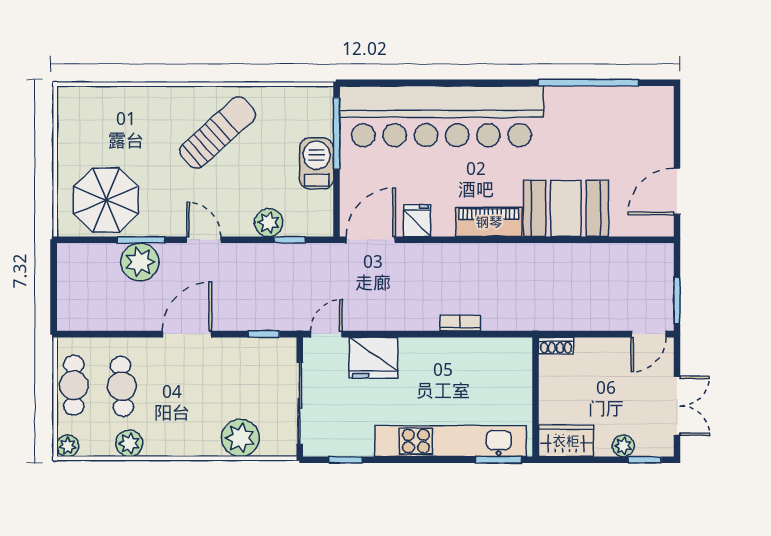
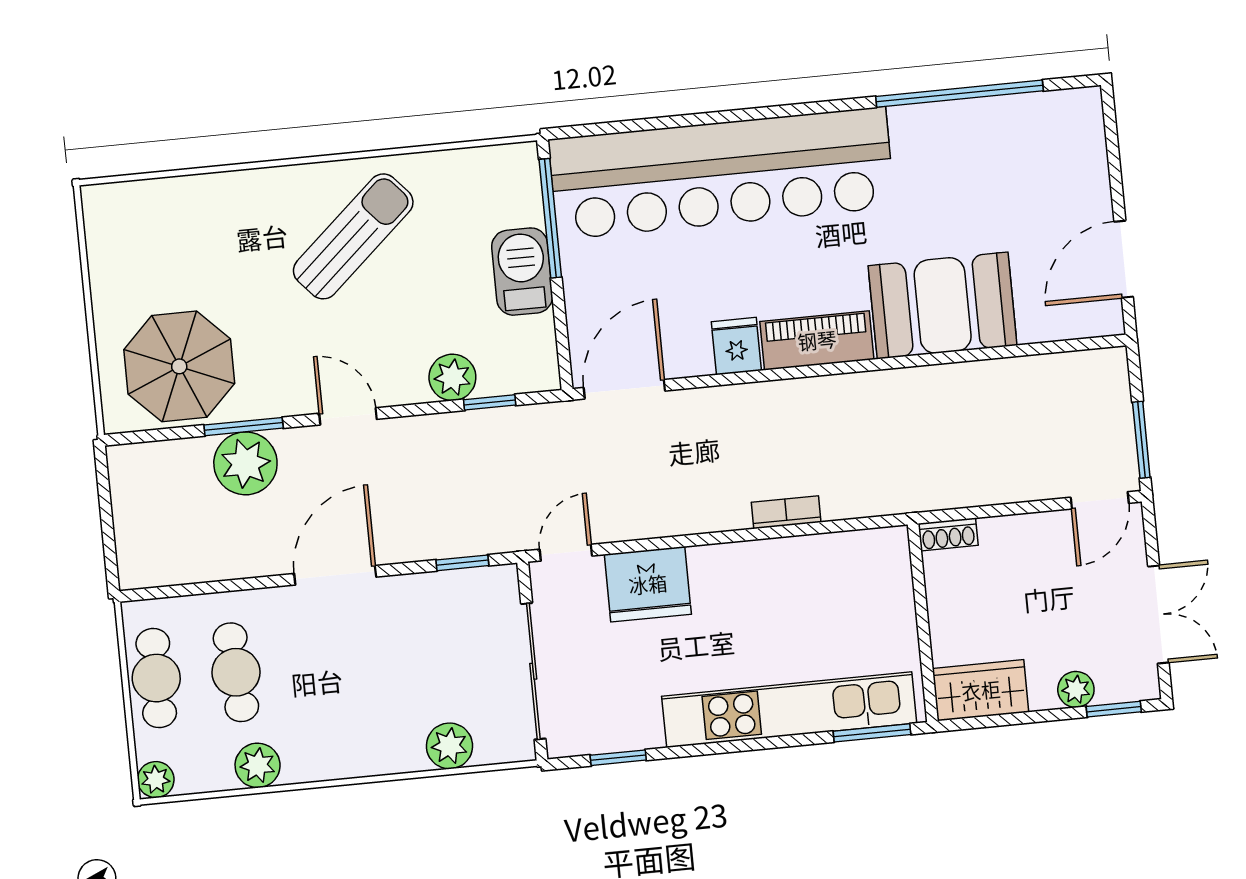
fridge: (417, 221) -> (736, 346), moved
plant: (240, 438) -> (449, 746), width x0.73, depth x0.73

